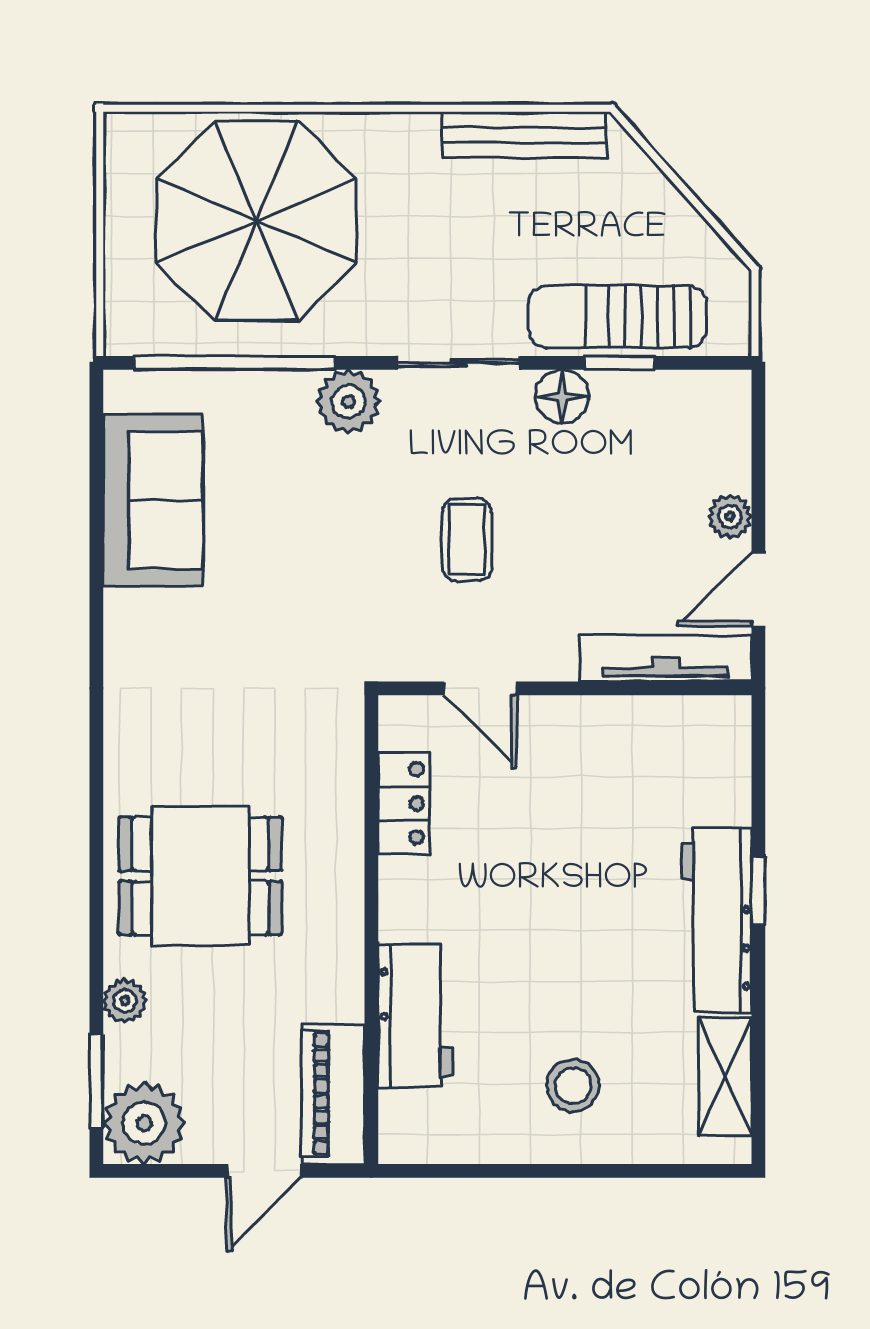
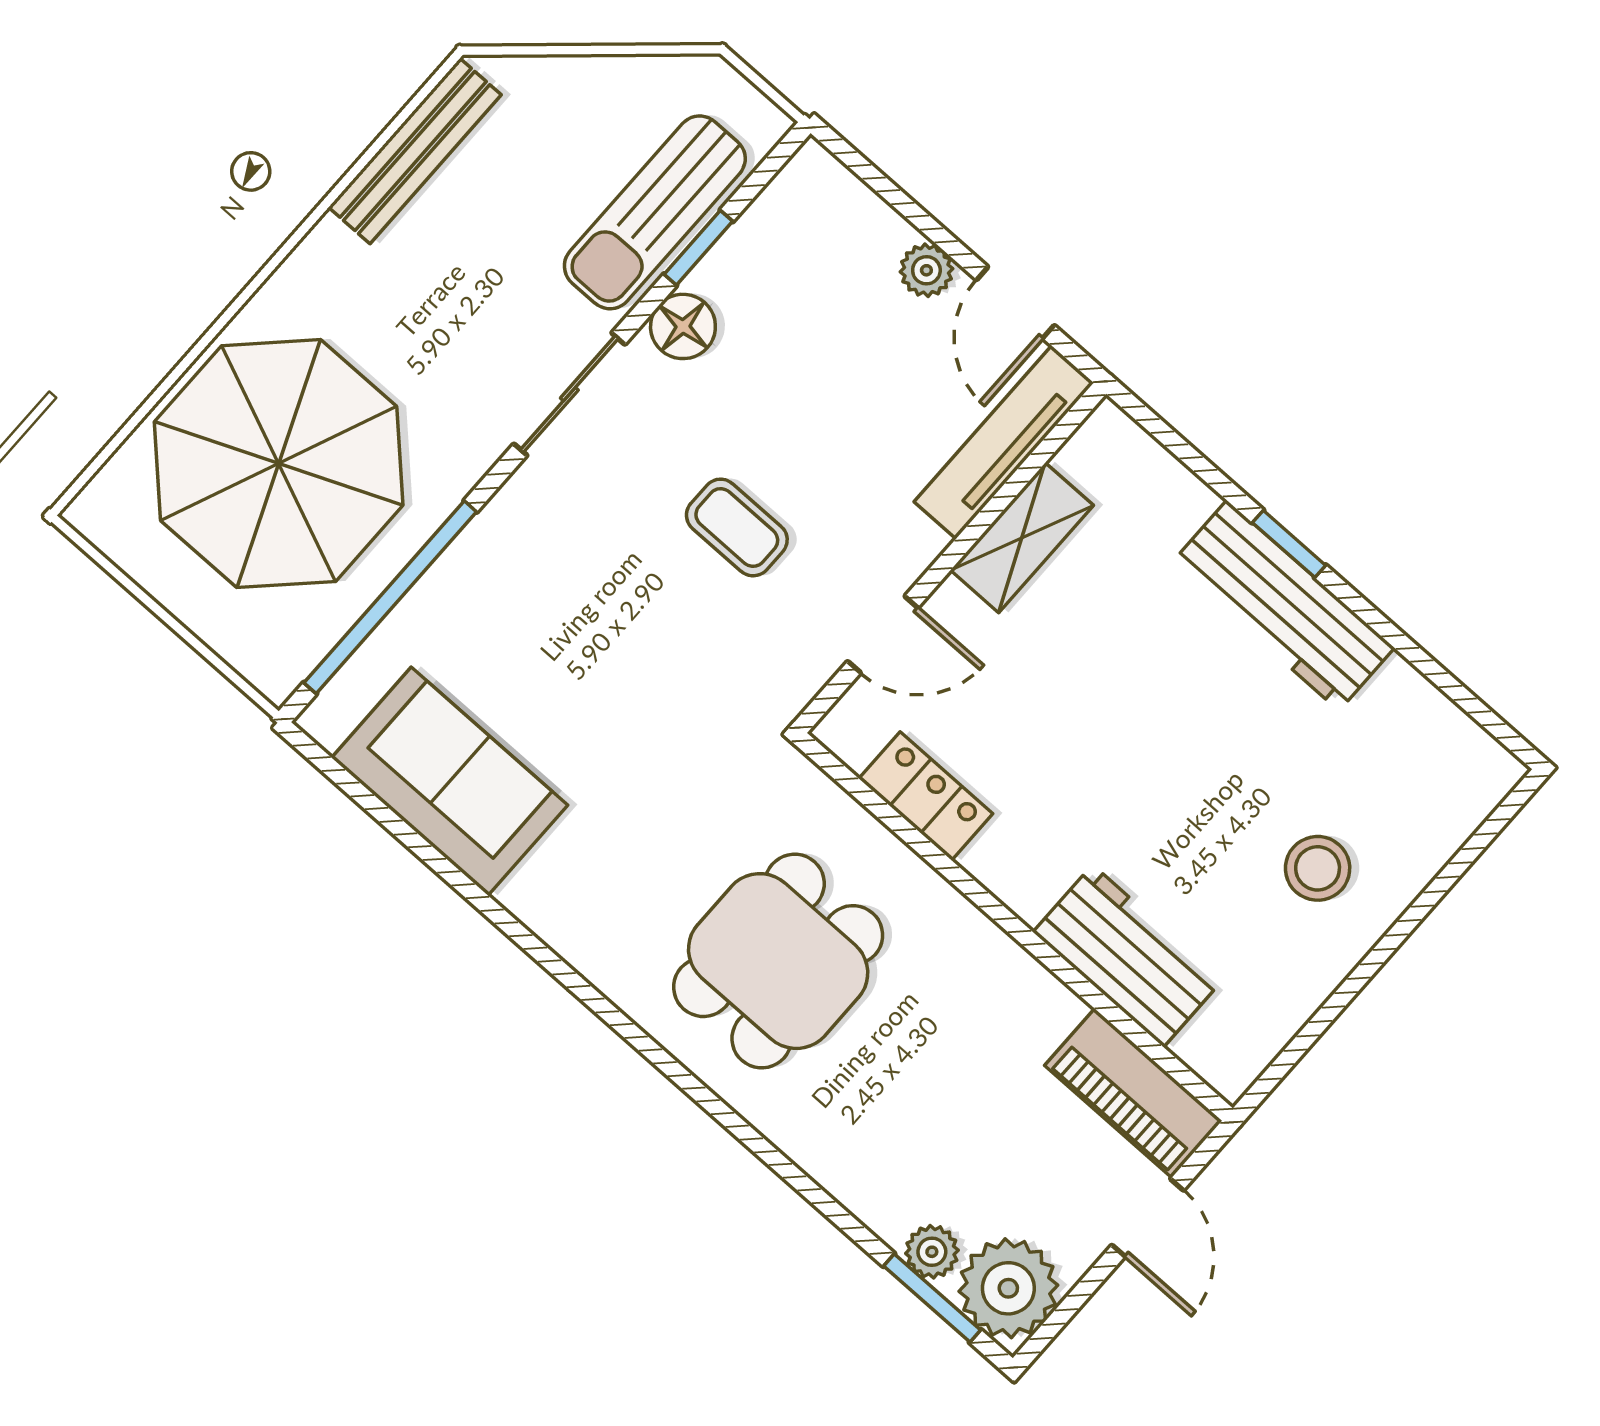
plant: (348, 401) -> (516, 525), removed
dining table: (200, 876) -> (778, 961), moved
plant: (125, 1001) -> (932, 1252), moved
shelving: (725, 1076) -> (1022, 538), moved, turned 90

